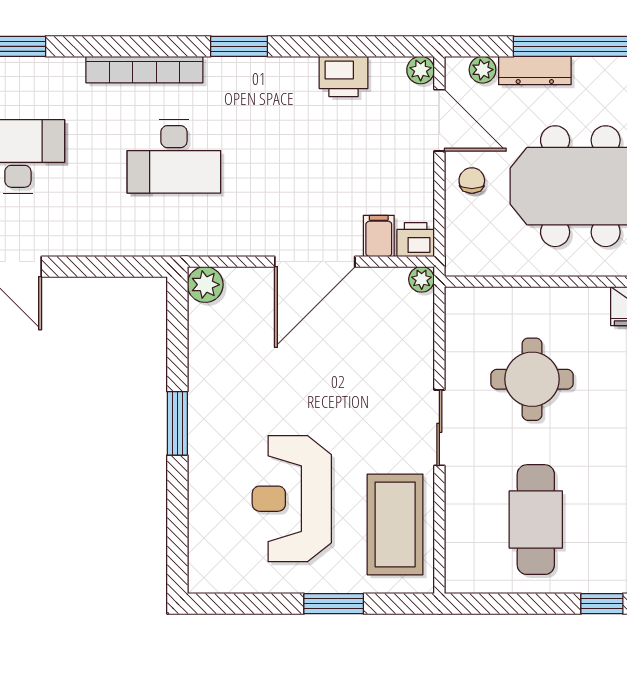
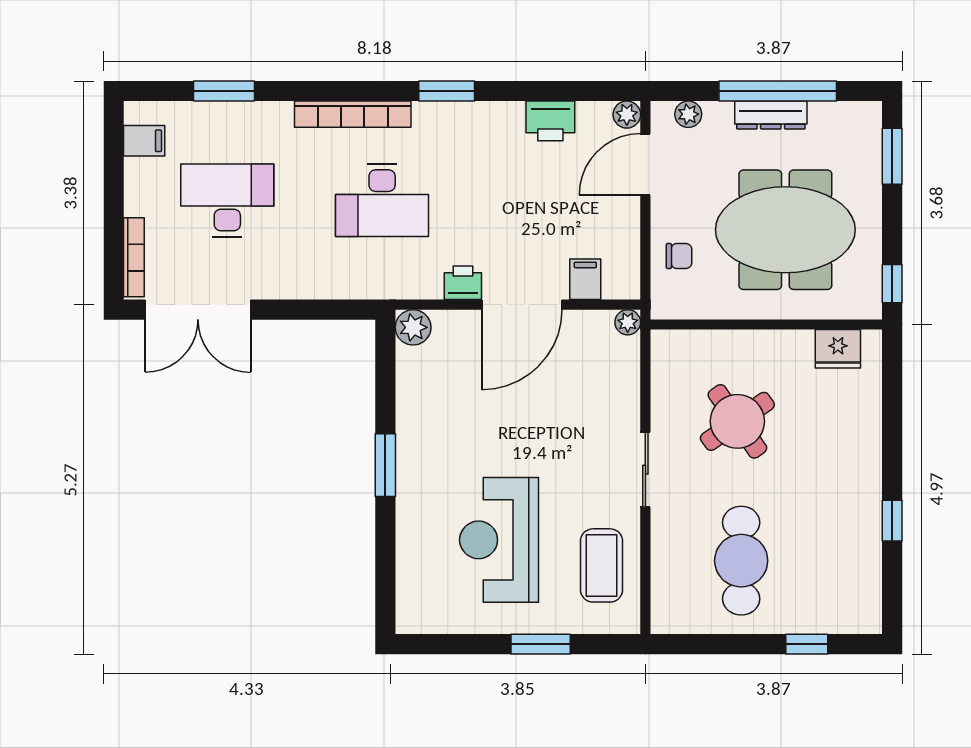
dresser: (535, 70) -> (771, 115), moved
door: (439, 120) -> (645, 164), swing flipped
chair: (472, 181) -> (679, 256), moved, turned 90
printer: (416, 240) -> (463, 283), moved
round table: (532, 379) -> (737, 421), turned -35
coffee table: (395, 524) -> (602, 565), width x0.73, depth x0.76

